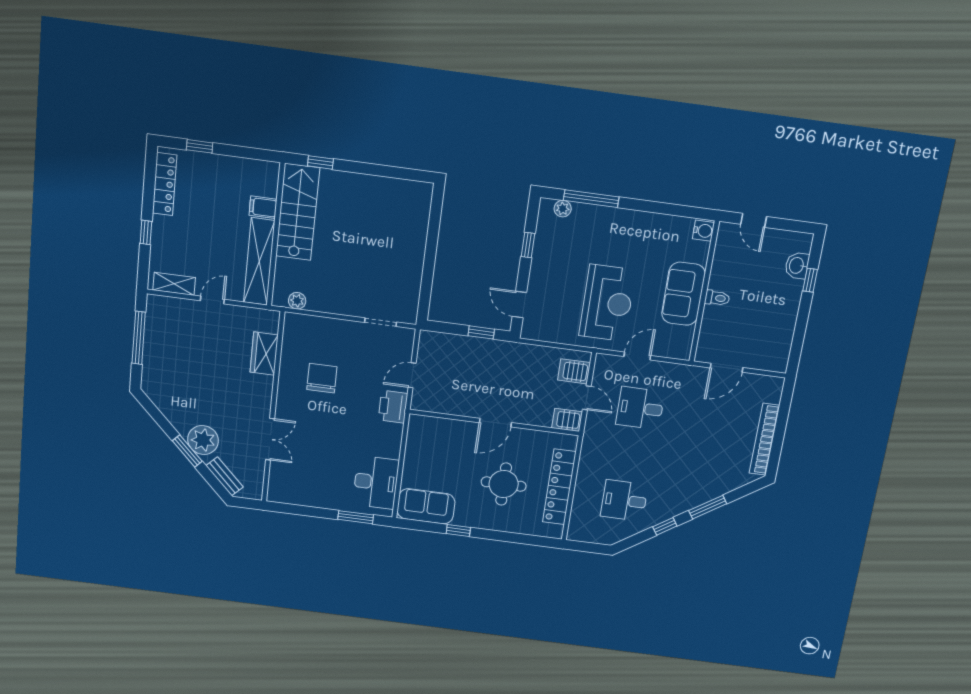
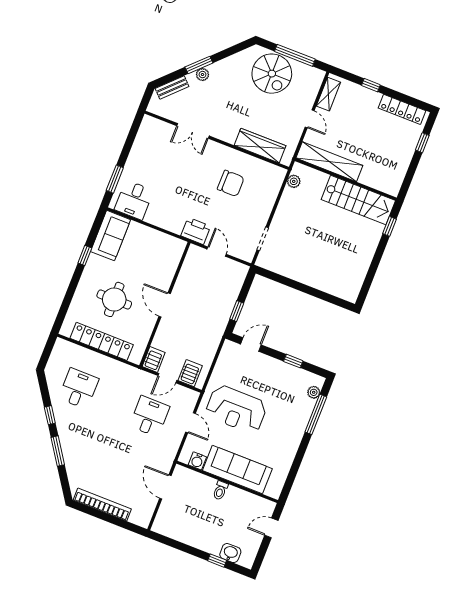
filing cabinet: (263, 207) -> (368, 176), removed
water cooler: (703, 231) -> (197, 461), moved
sofa: (683, 294) -> (237, 470), width x1.36
wardrobe: (264, 354) -> (260, 146), width x1.50
spiral stairs: (170, 361) -> (272, 74), added
plant: (203, 440) -> (202, 75), width x0.53, depth x0.53
desk: (376, 482) -> (134, 200), width x0.73

